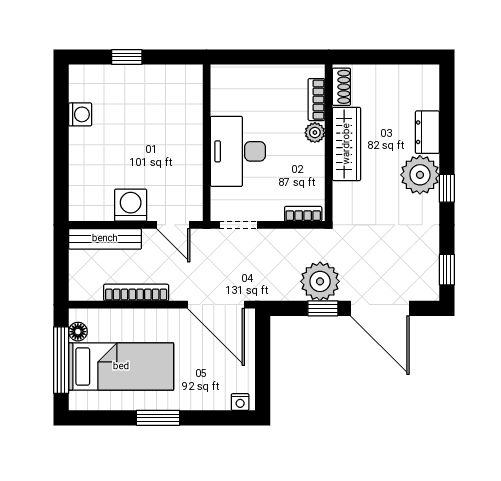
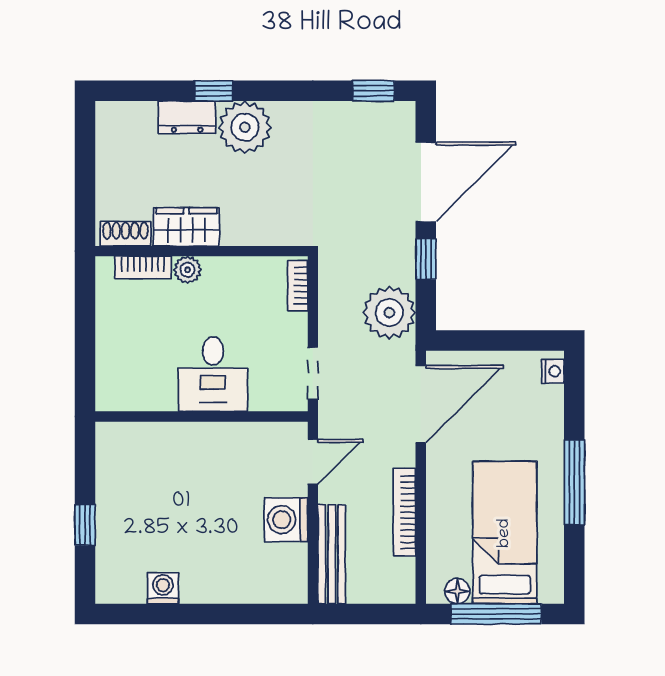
wardrobe: (347, 144) -> (186, 227), width x0.67
desk: (238, 151) -> (213, 374), width x0.73
window: (447, 188) -> (214, 91), moved
plant: (320, 281) -> (389, 313), moved
window: (158, 418) -> (574, 482), width x1.44

